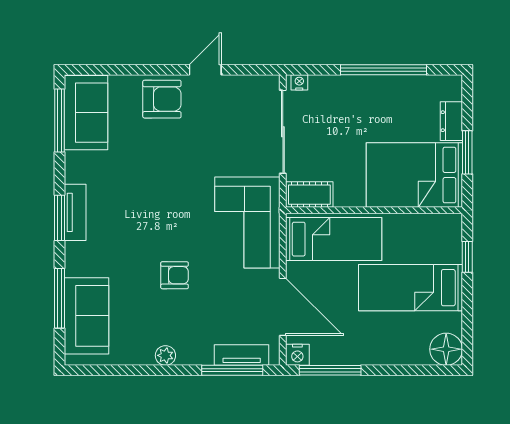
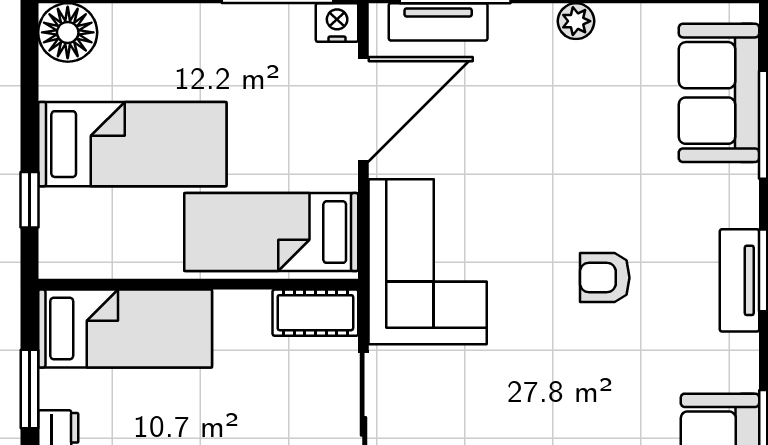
bed: (414, 175) -> (125, 328), width x0.67
armchair: (175, 275) -> (605, 278), moved
door: (283, 307) -> (363, 109), swing flipped

